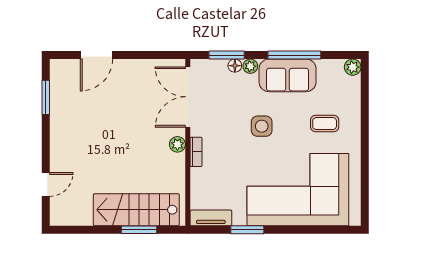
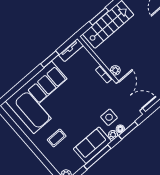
side table: (262, 126) -> (109, 117), moved

